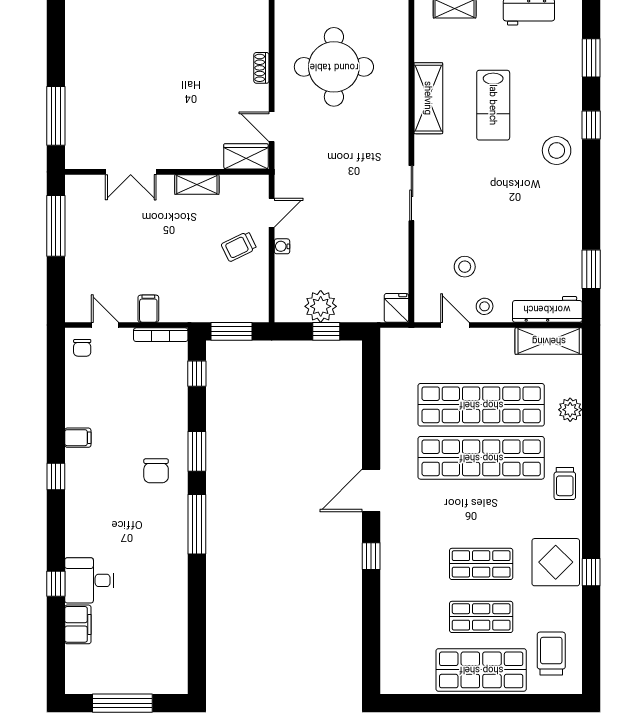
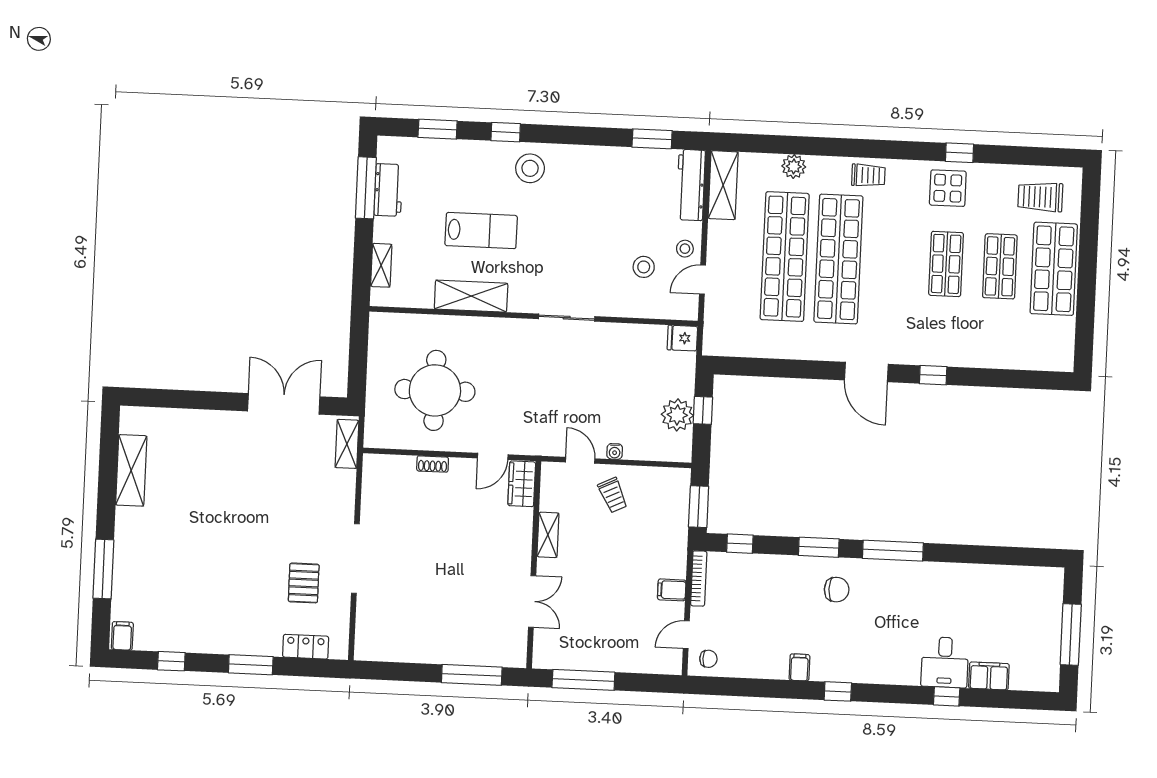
display table: (556, 562) -> (948, 188), width x0.73, depth x0.73

